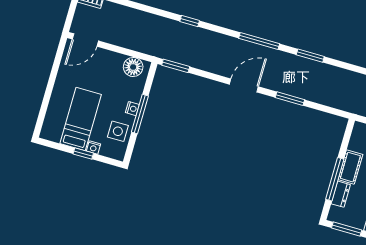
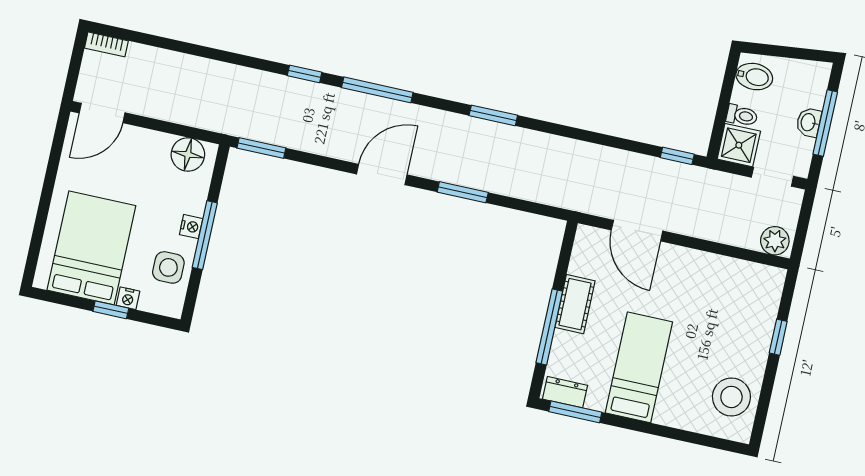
window: (190, 21) -> (305, 74), moved
window: (259, 41) -> (377, 90), moved
bed: (81, 119) -> (91, 248), width x1.50
dresser: (341, 194) -> (565, 392), moved, turned -90

